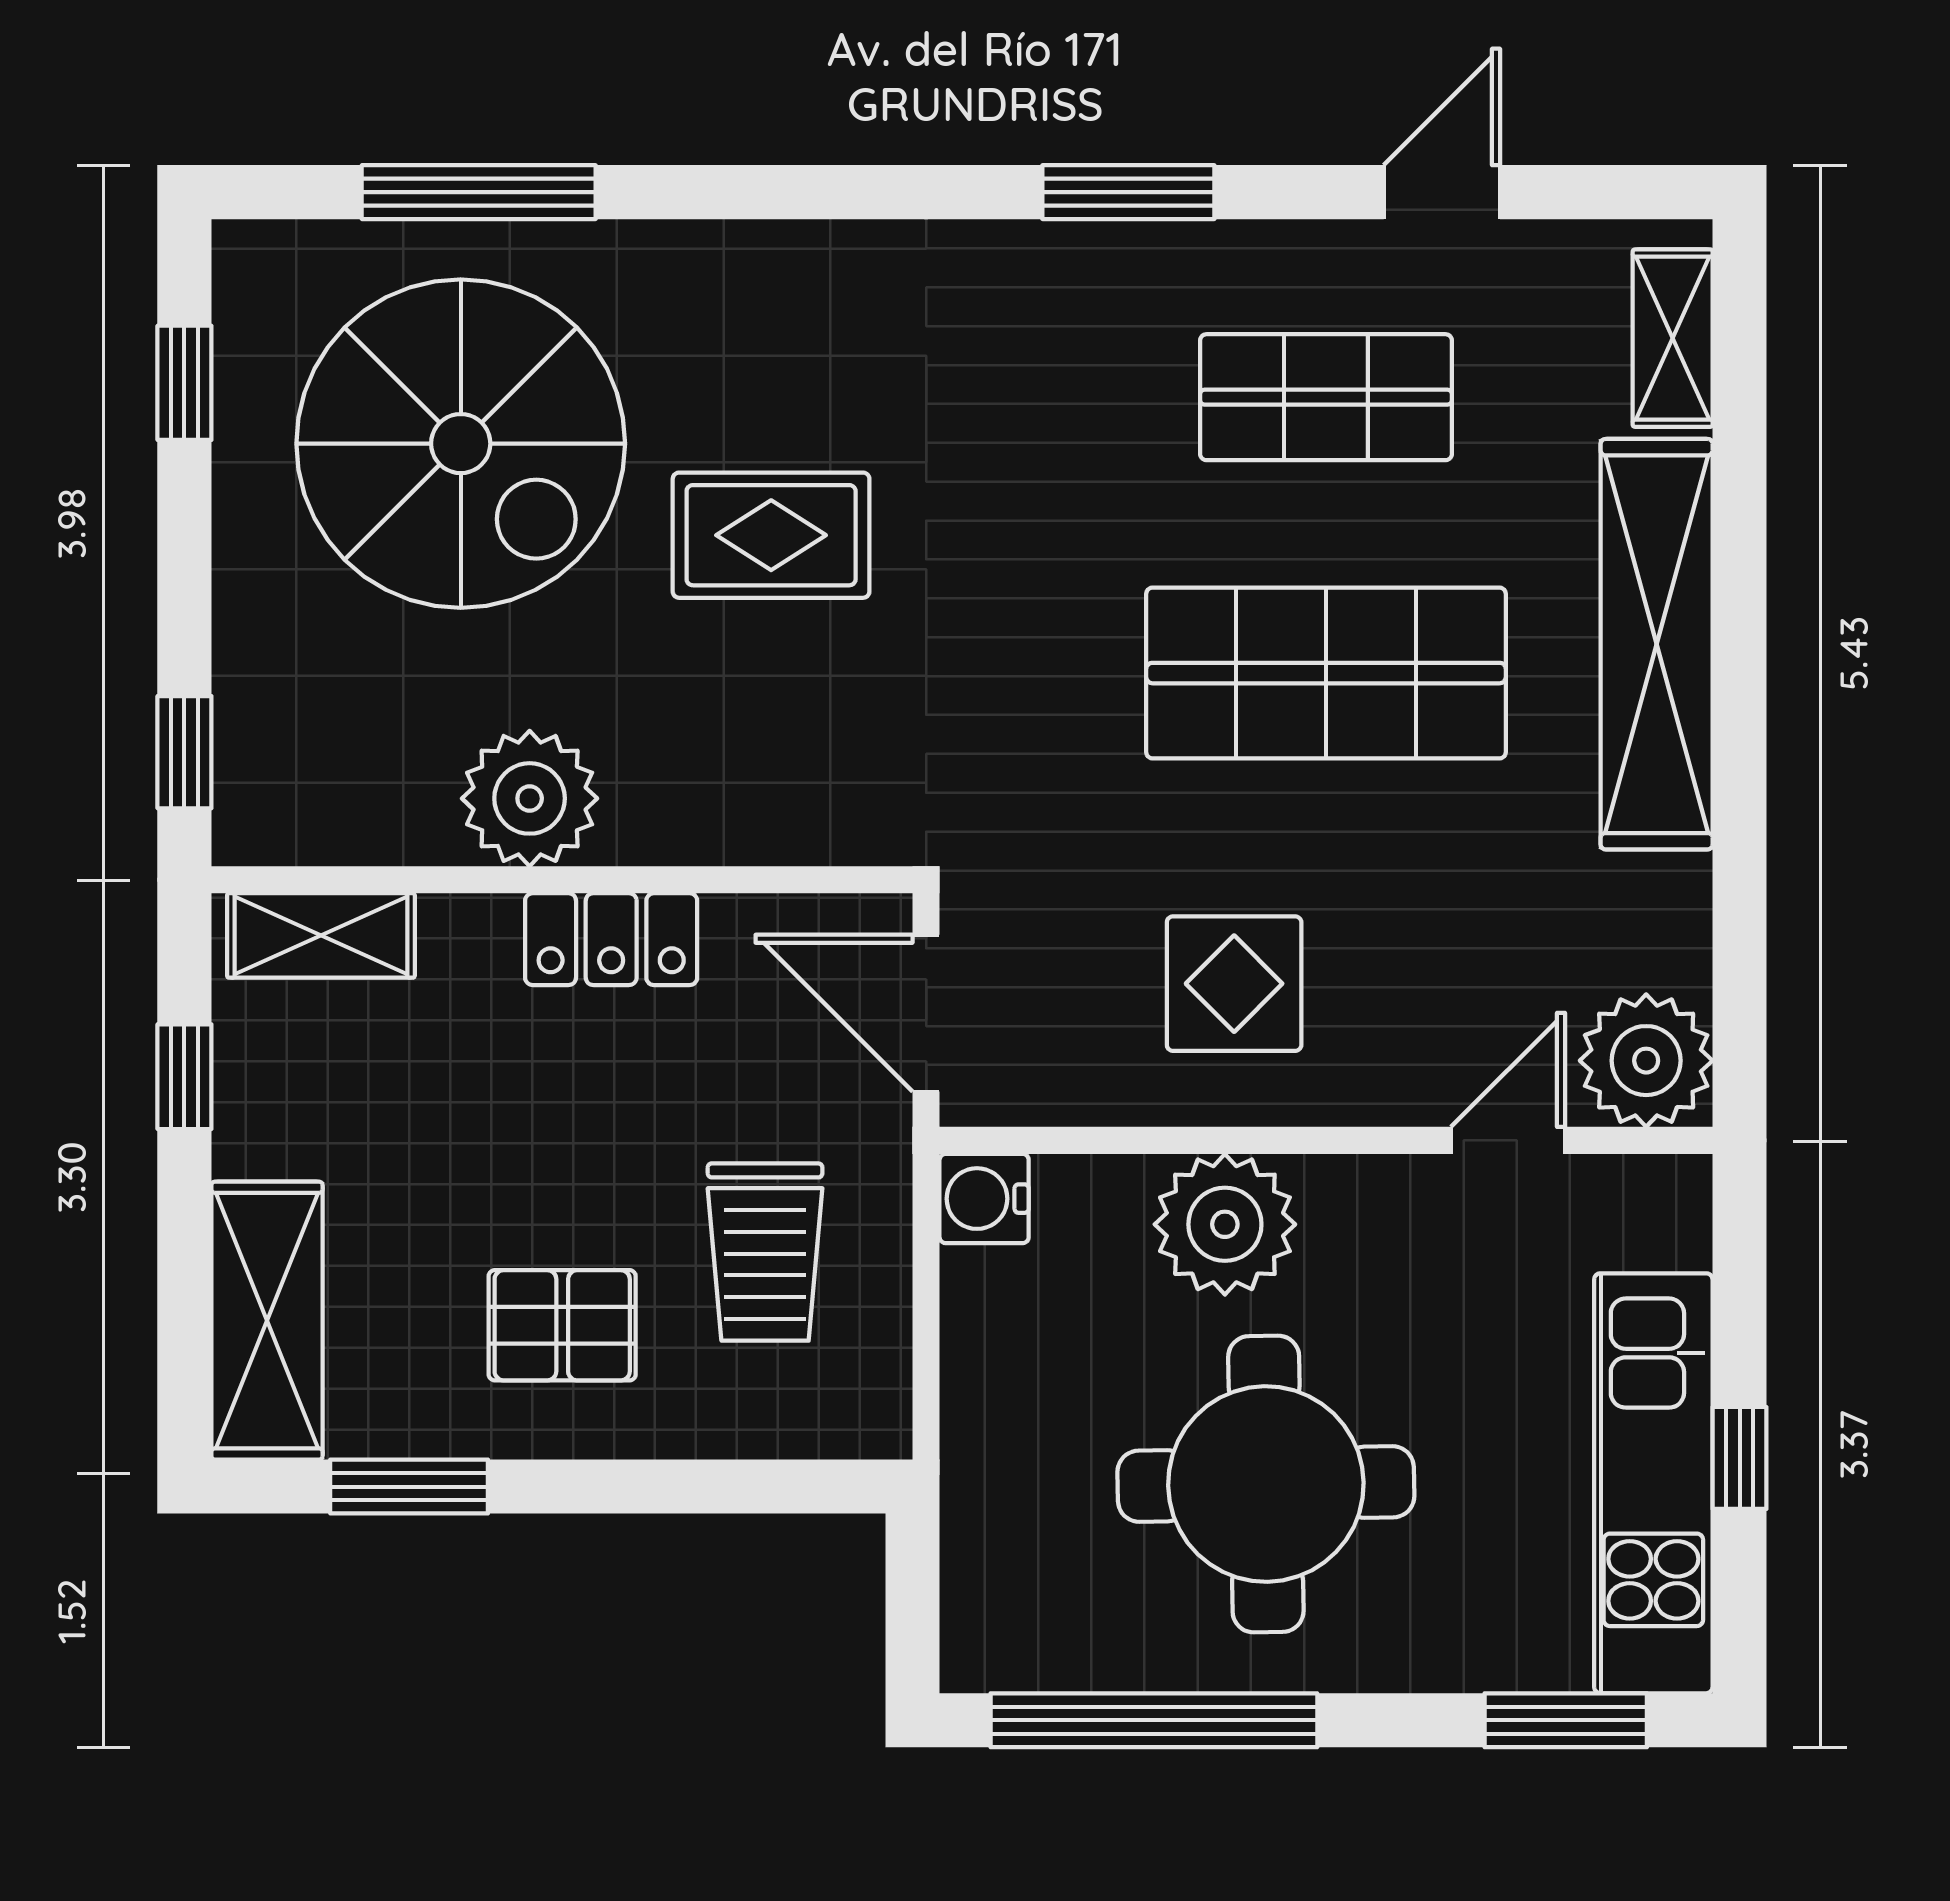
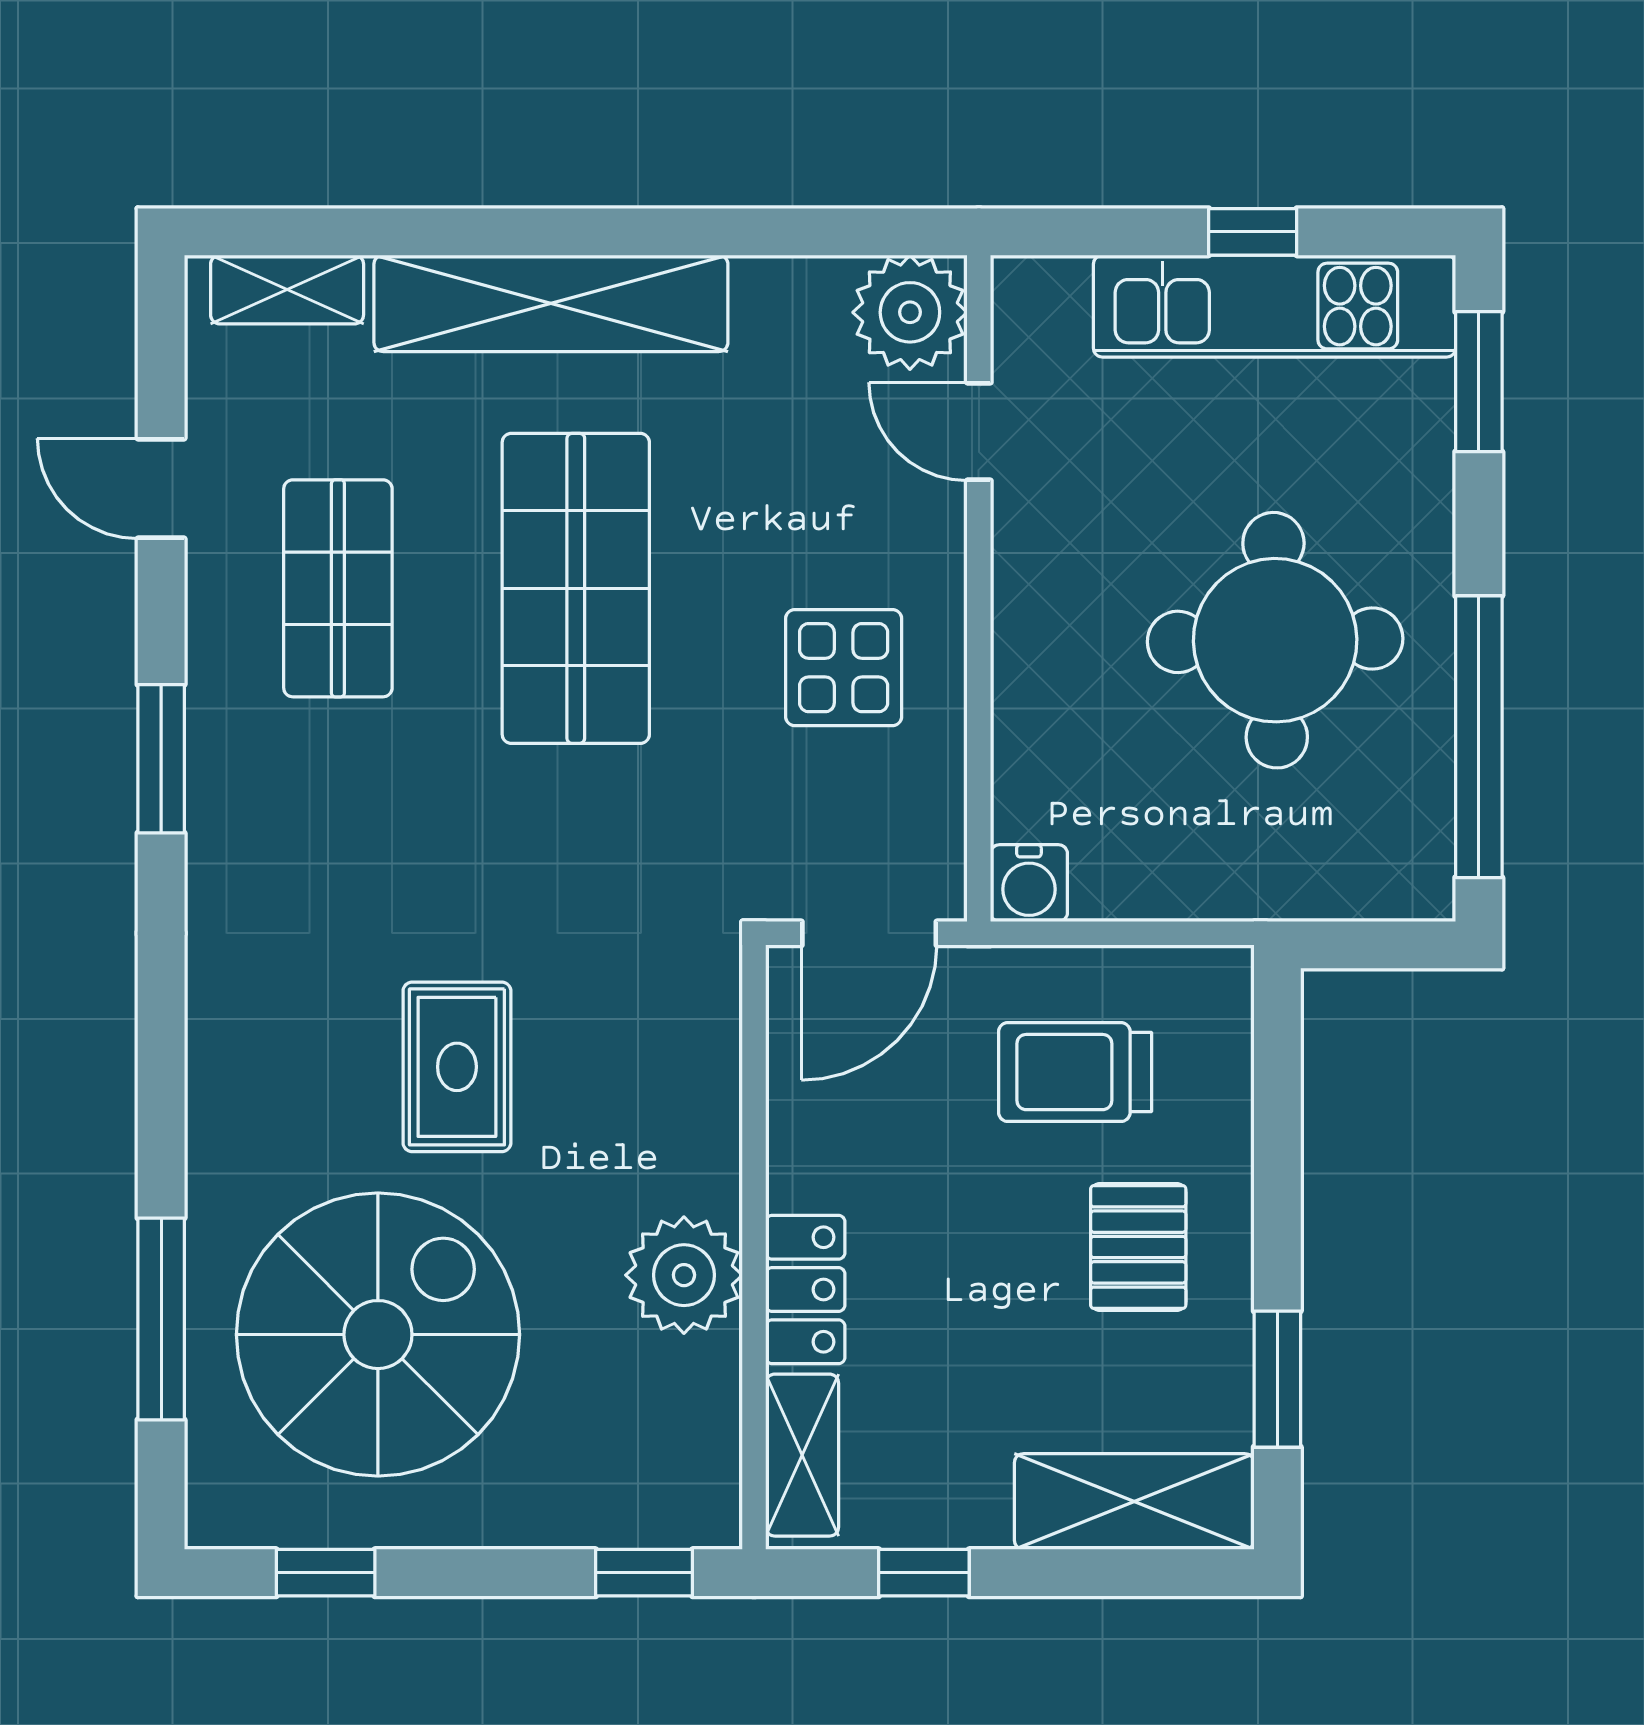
locker: (611, 939) -> (805, 1290), moved
plant: (1225, 1224) -> (1051, 676), removed
trolley: (765, 1252) -> (1075, 1072), turned 180

